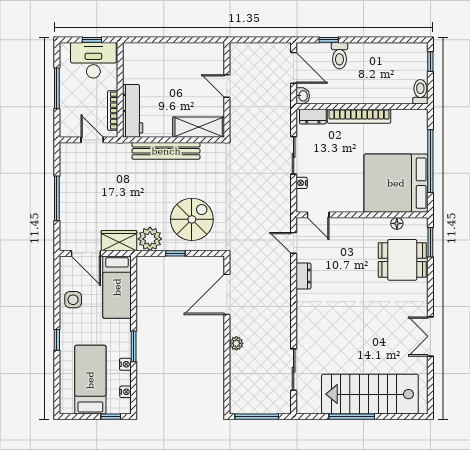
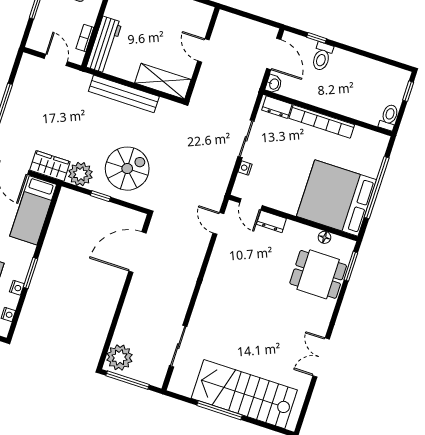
bookcase: (113, 111) -> (85, 38), width x0.64
dresser: (303, 276) -> (271, 221), moved, turned 90
plant: (236, 343) -> (120, 357), moved, width x1.87, depth x1.87

